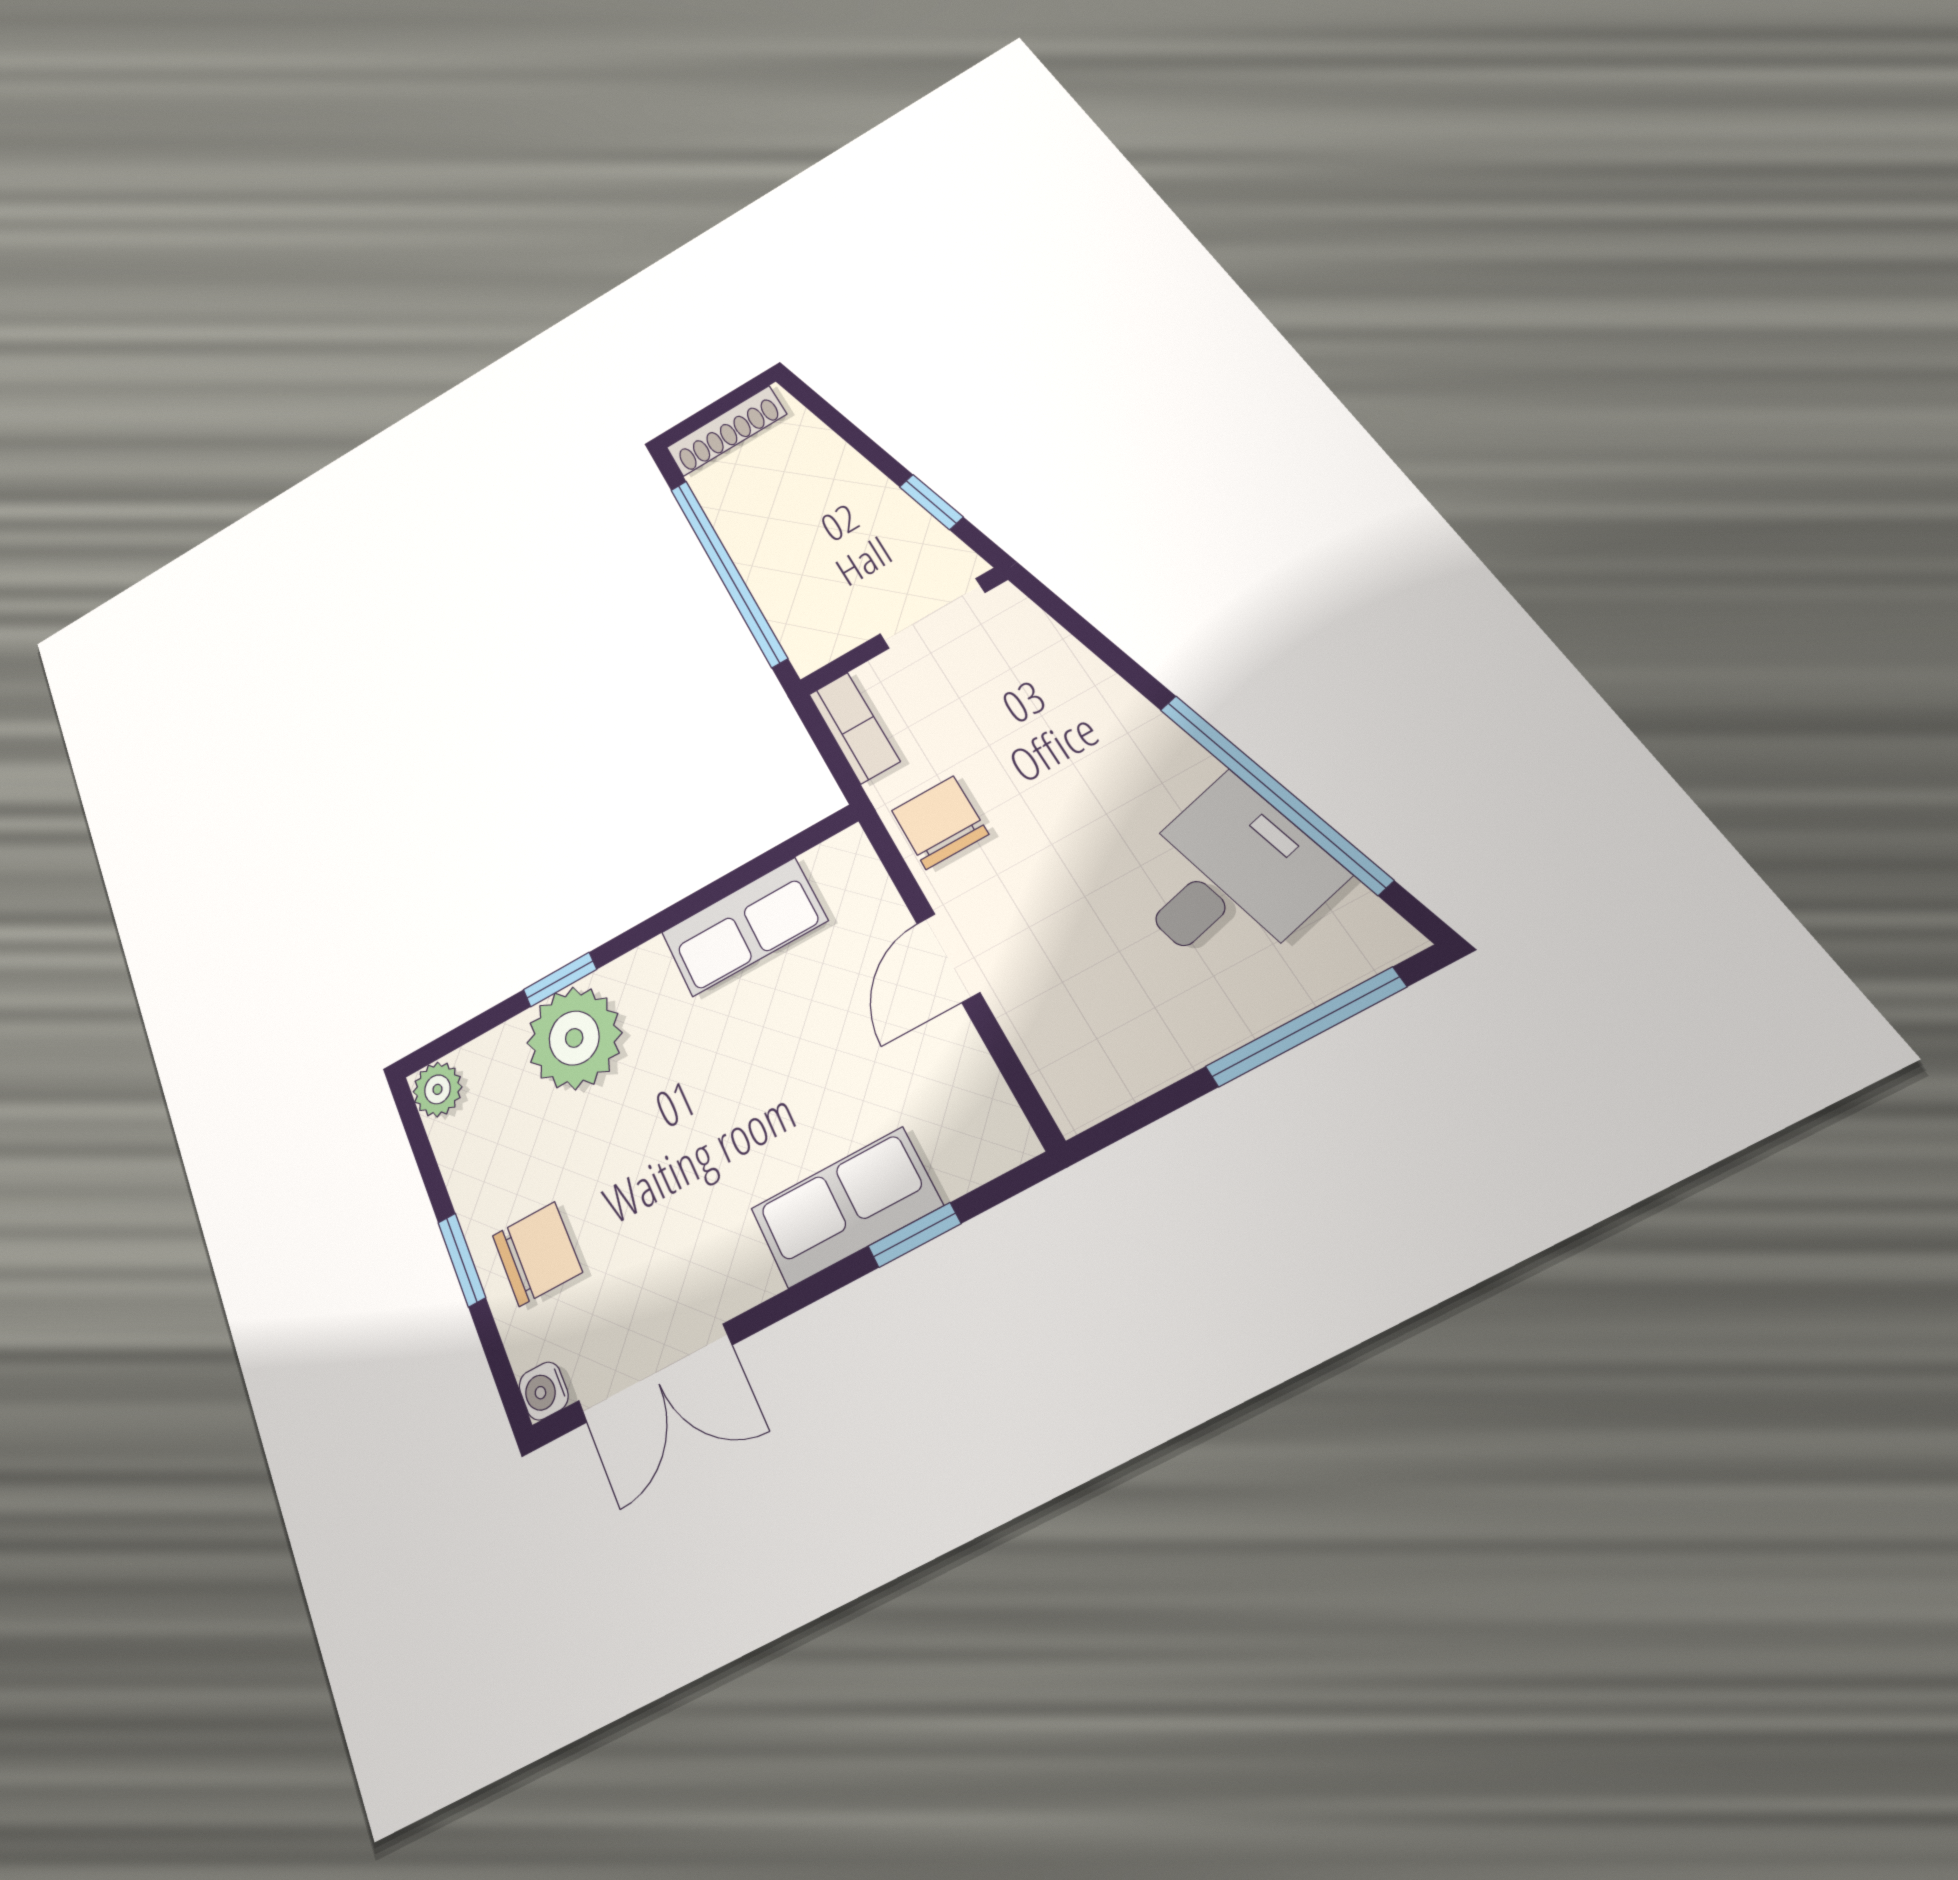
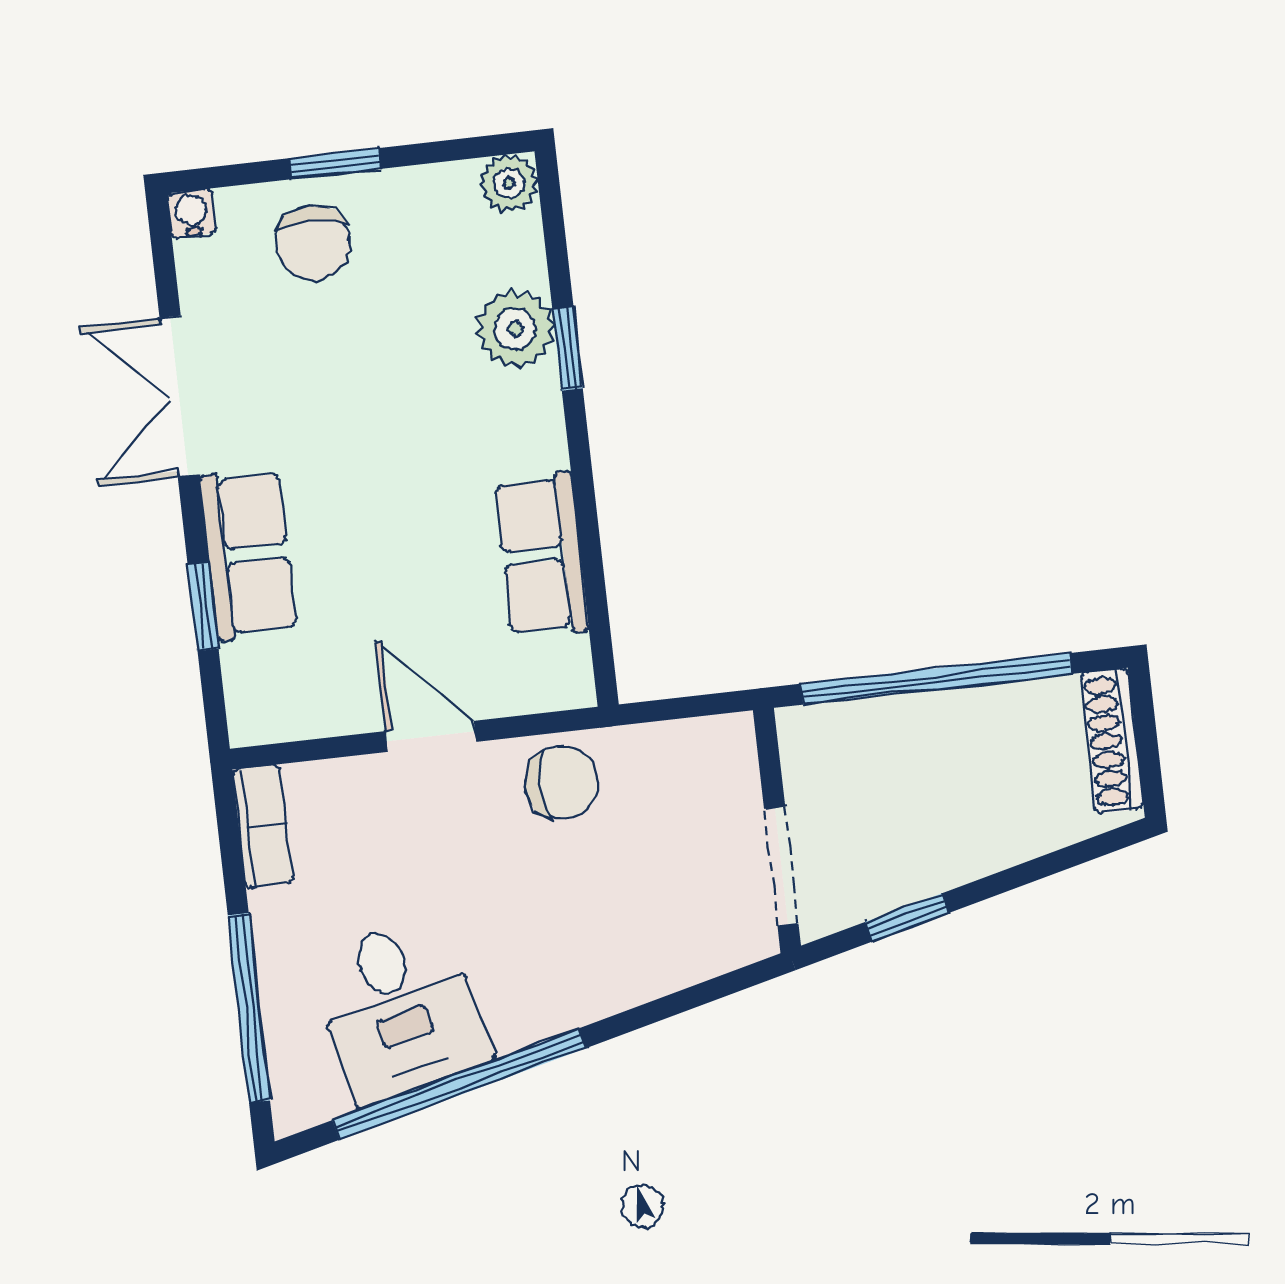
bookcase: (854, 728) -> (263, 826), moved, turned -90
plant: (574, 1038) -> (515, 329), width x0.73, depth x0.73
double door: (655, 1373) -> (179, 396), moved

